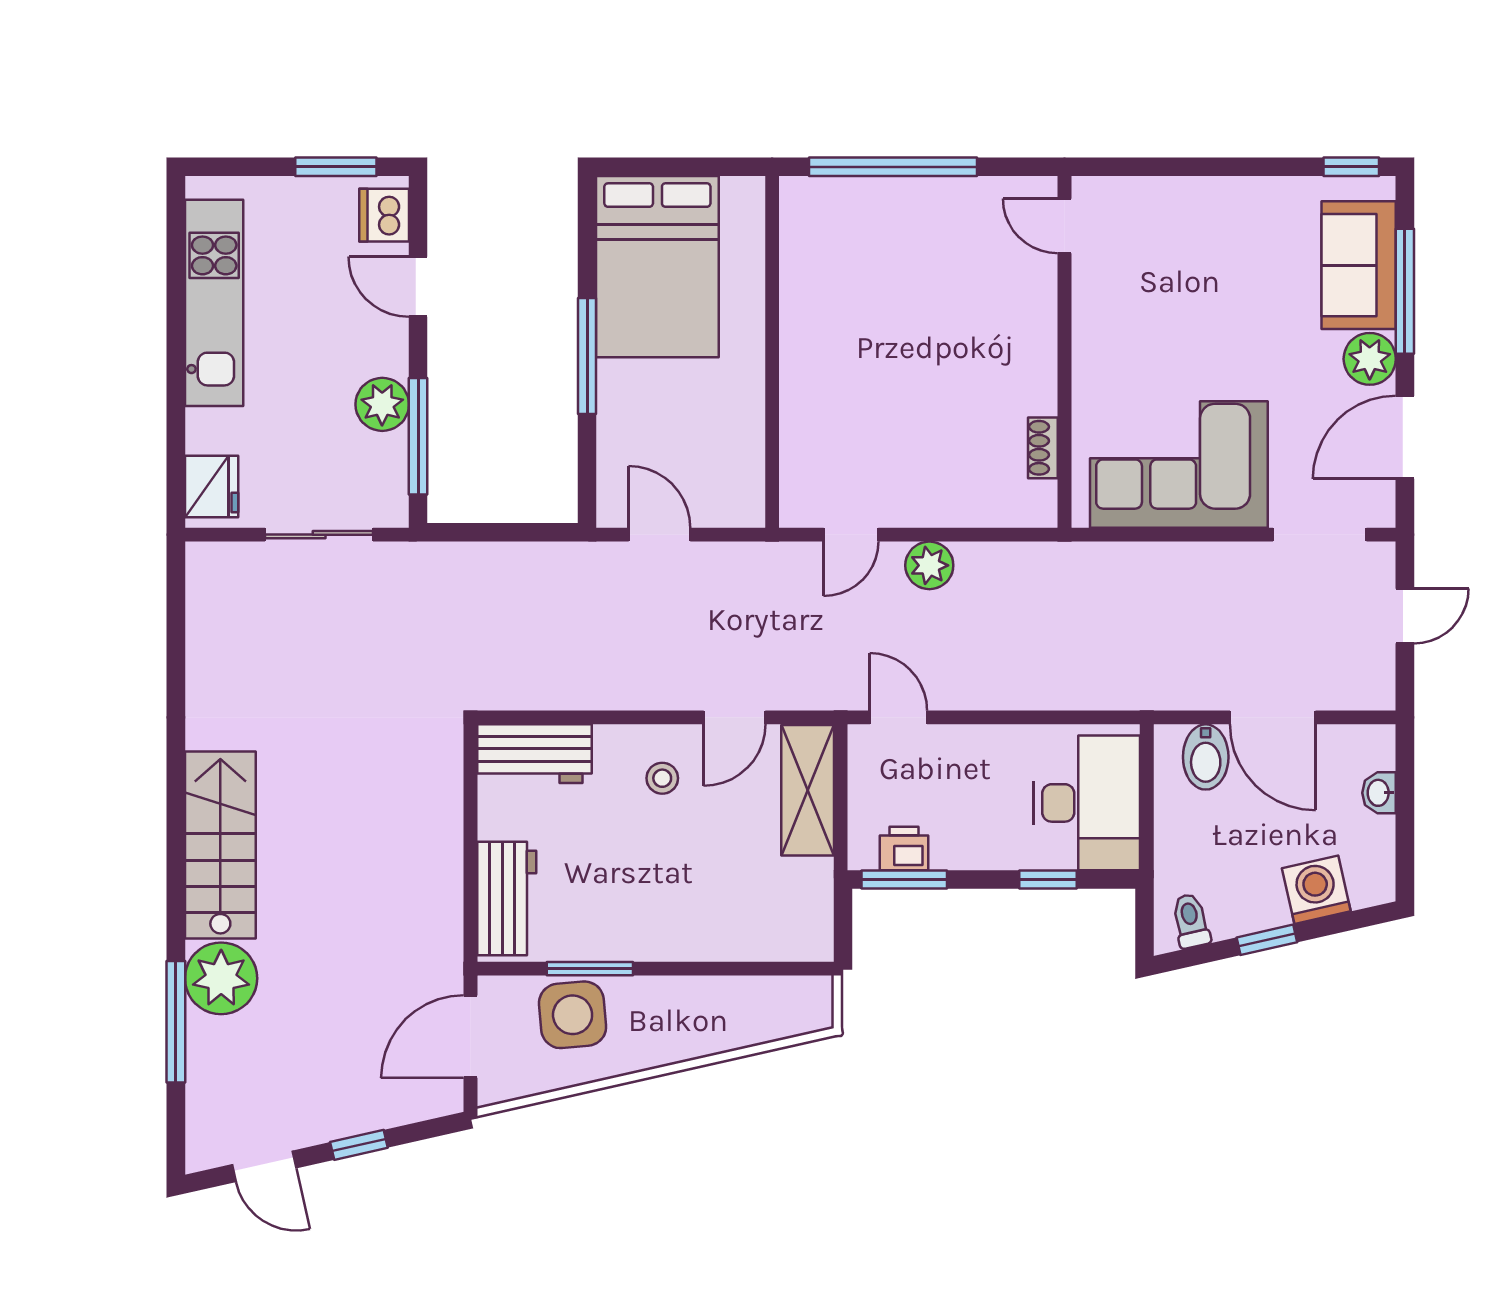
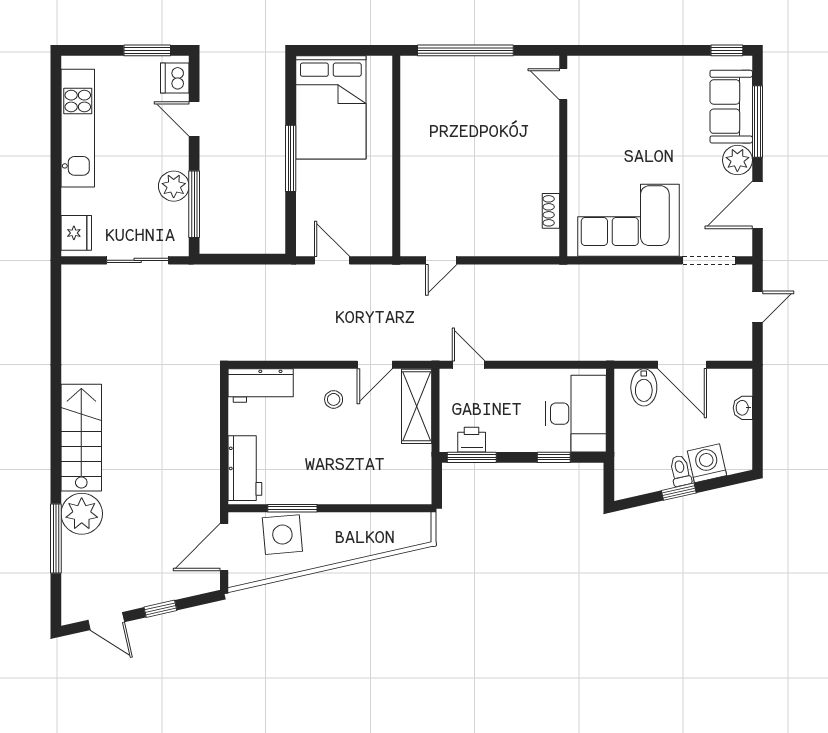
plant: (929, 565) -> (486, 278), removed
toilet: (1191, 921) -> (680, 471), moved

